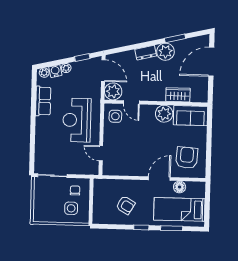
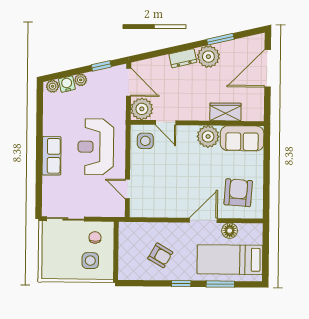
row of seats: (43, 101) -> (52, 156), moved

